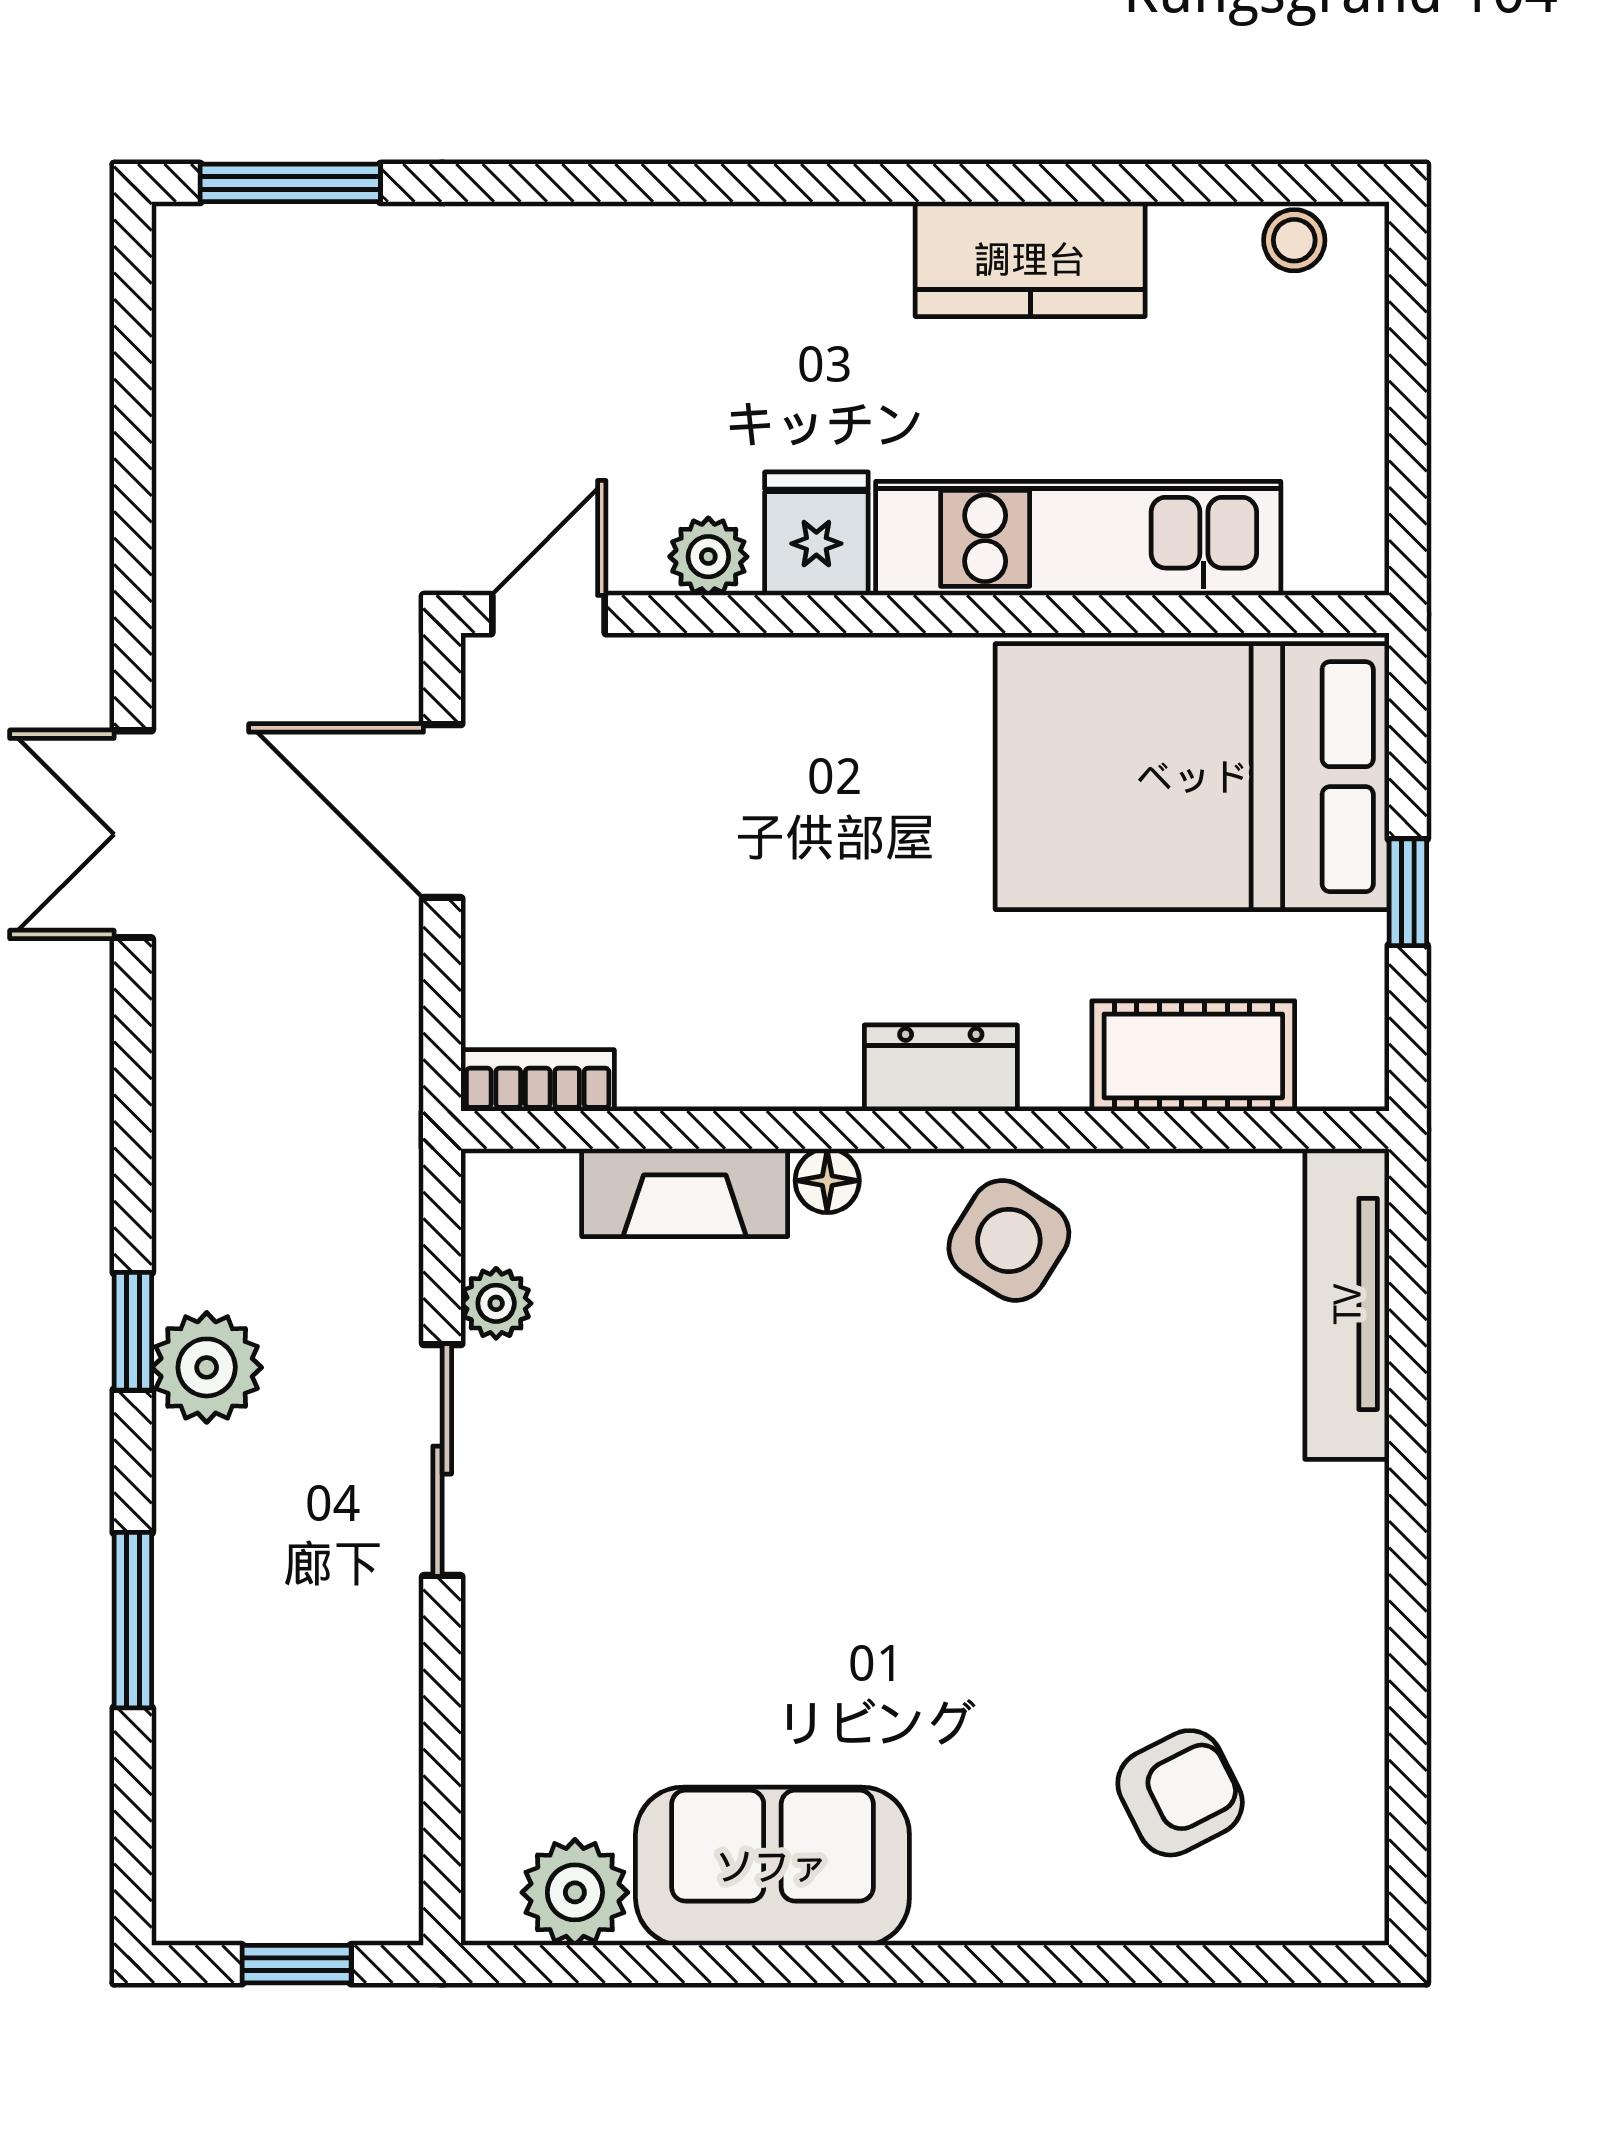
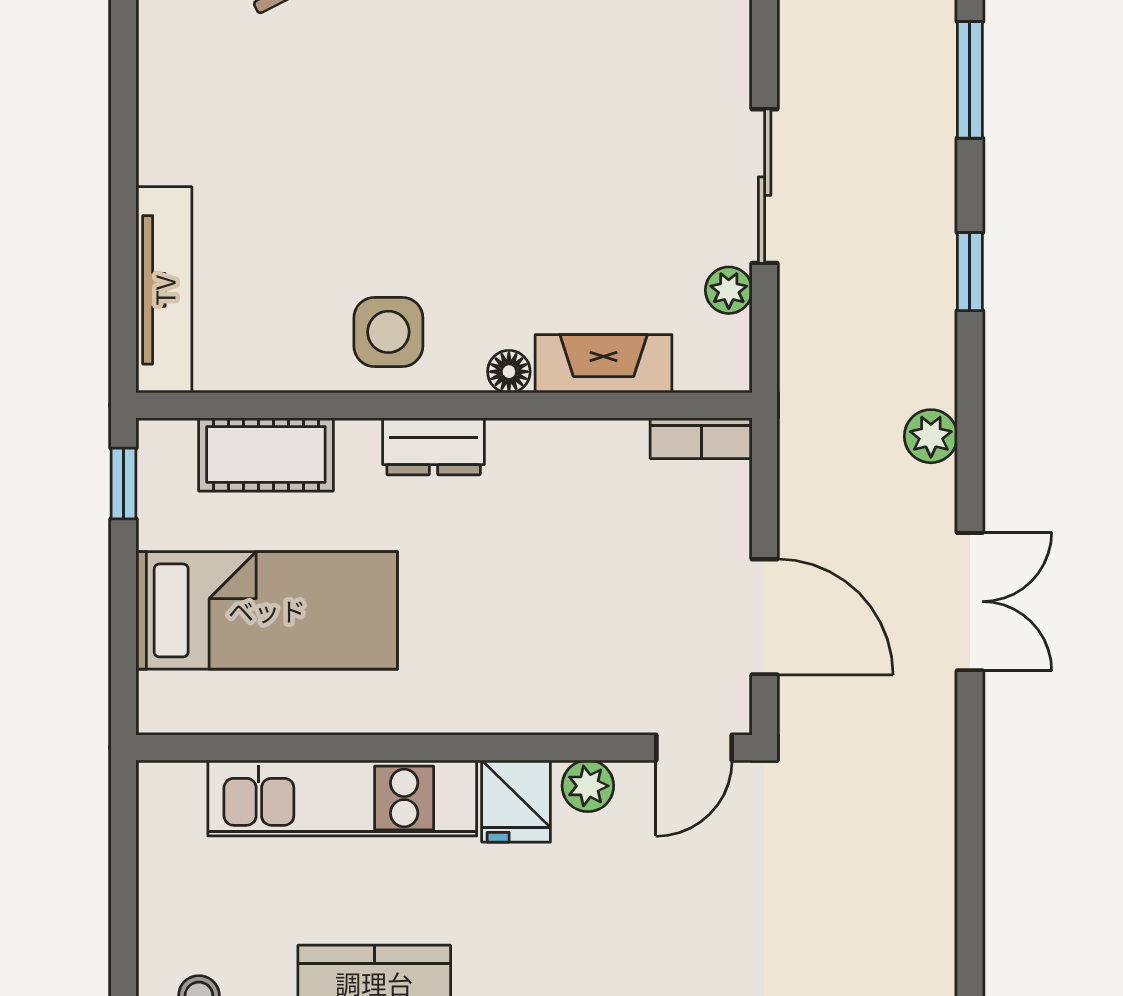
bed: (1192, 777) -> (267, 610), width x0.67
window: (1408, 892) -> (123, 483), moved
side table: (1009, 1240) -> (388, 332), turned -32
plant: (207, 1367) -> (931, 436), moved, width x0.73, depth x0.73

